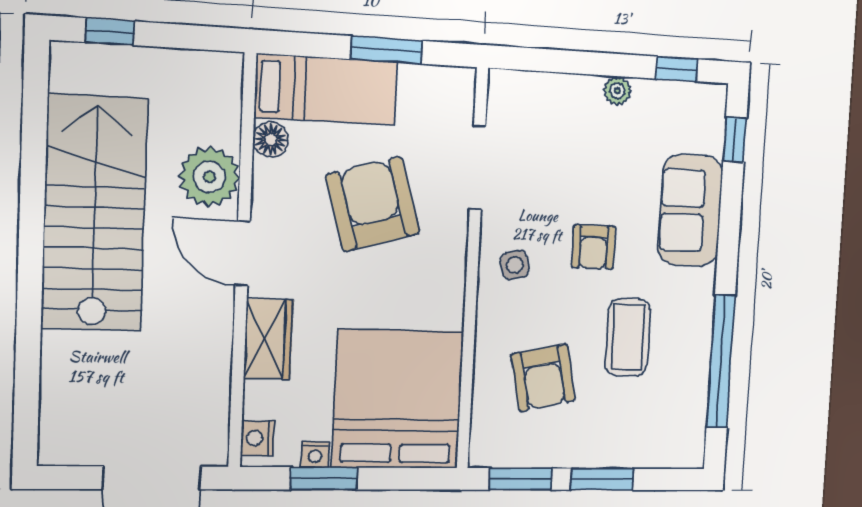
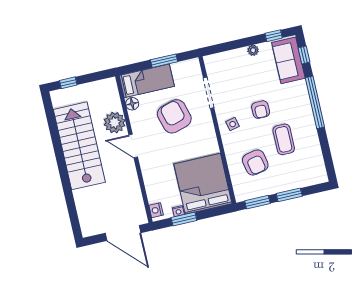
sofa: (690, 210) -> (288, 60), moved
wardrobe: (268, 339) -> (150, 174), removed
window: (721, 362) -> (315, 102), moved

